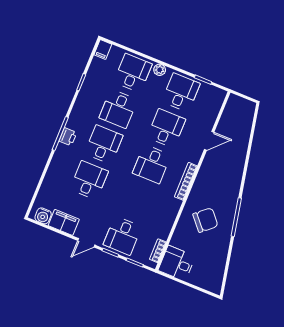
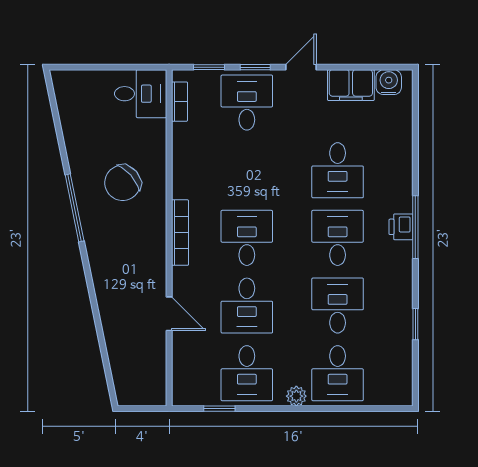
filing cabinet: (103, 49) -> (402, 391), removed
door: (209, 141) -> (169, 314), swing flipped
desk: (104, 145) -> (338, 238), turned 180

